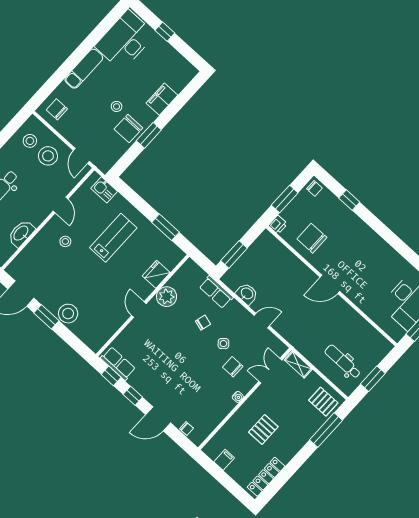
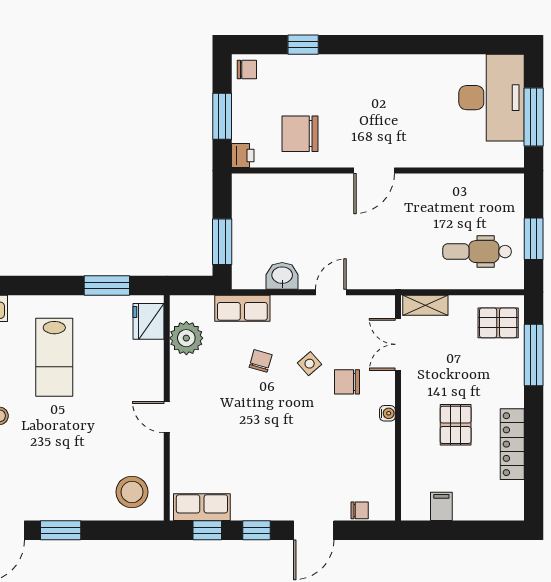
lab bench: (113, 238) -> (54, 357), turned 180
fridge: (156, 274) -> (148, 321), moved
plant: (167, 297) -> (186, 338), moved
stool: (68, 314) -> (132, 492), moved
locker: (266, 477) -> (512, 444), moved

